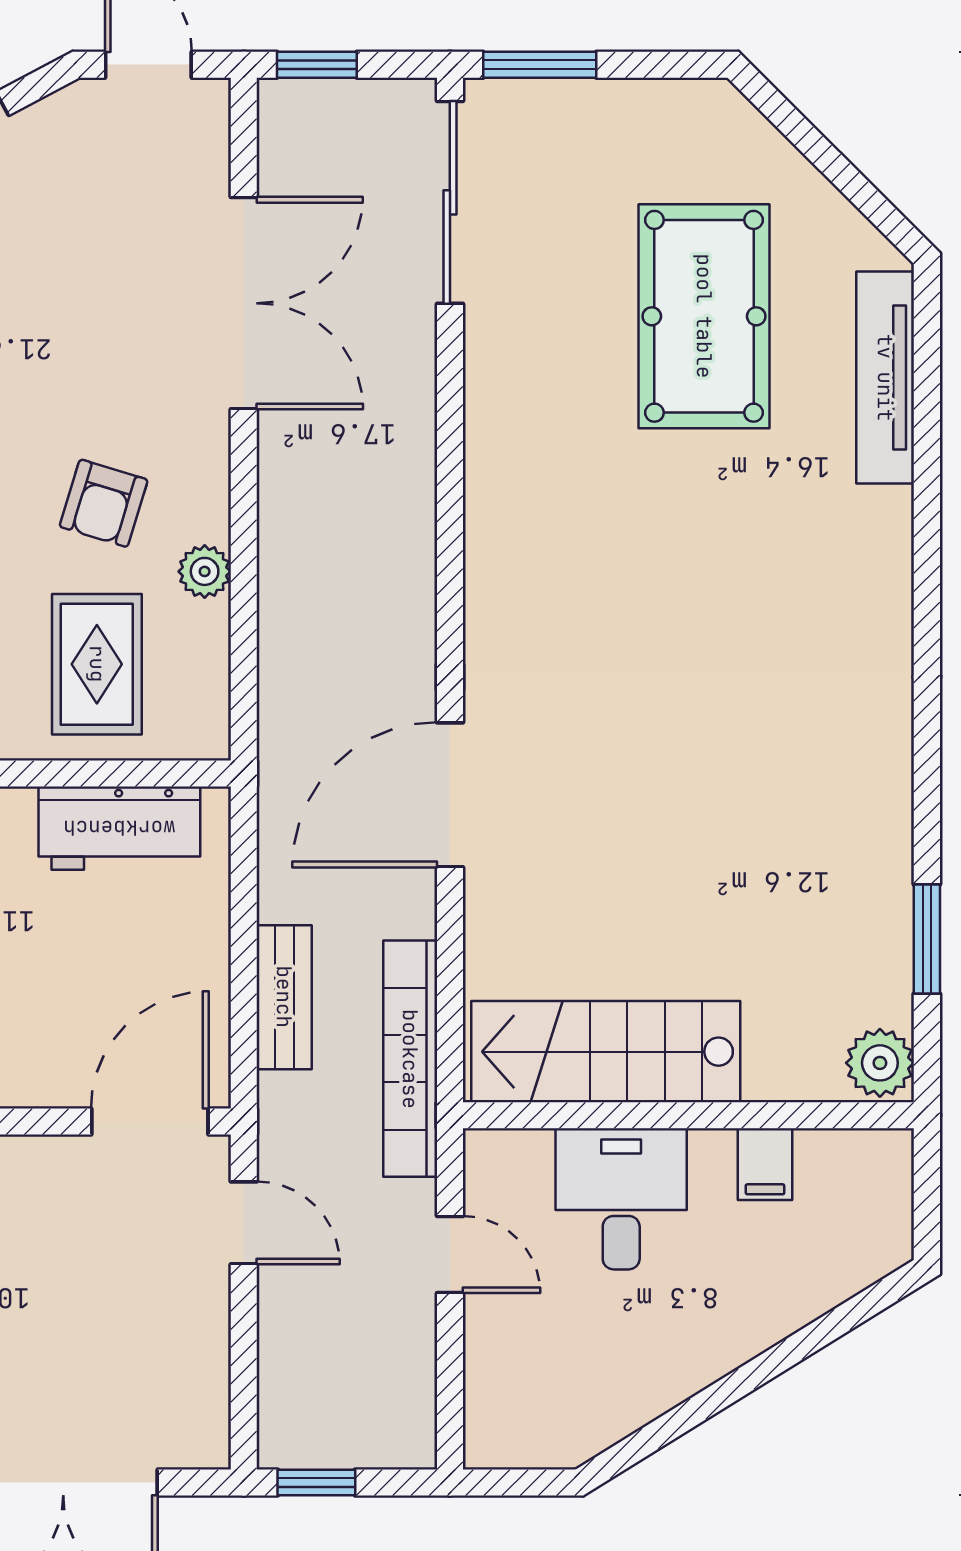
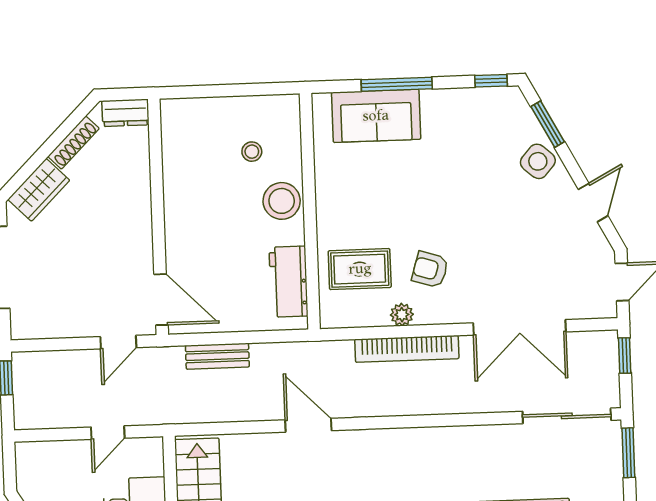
door: (450, 795) -> (308, 425), width x0.73
bookcase: (410, 1059) -> (407, 349), moved, turned 180

